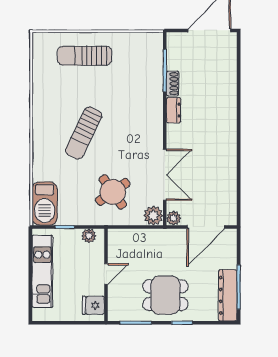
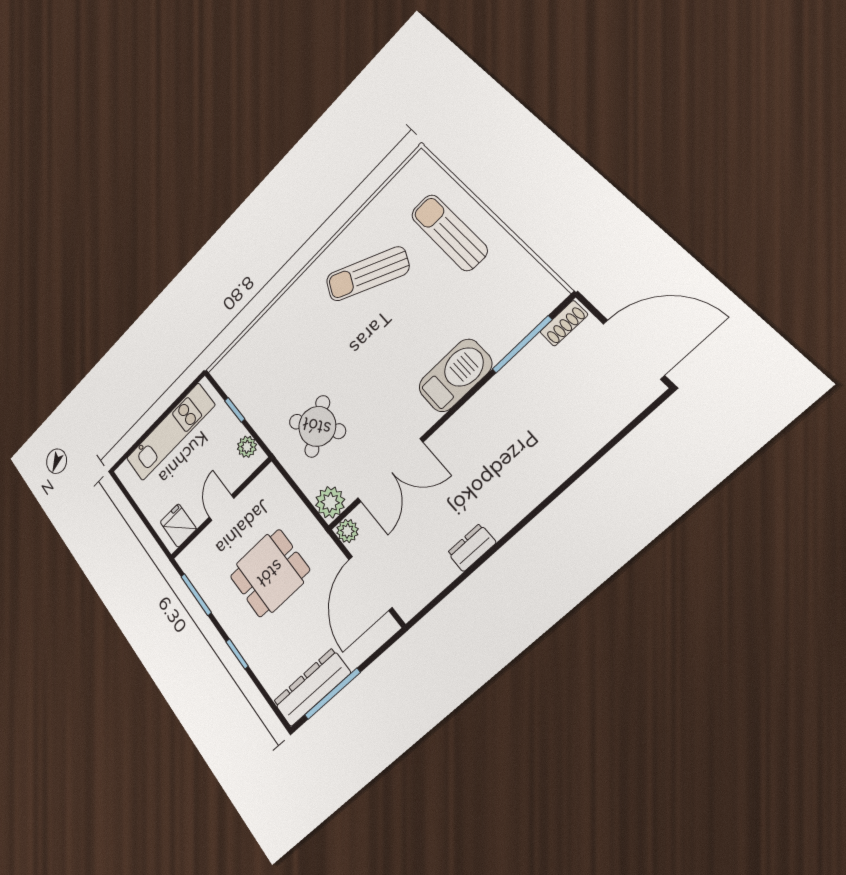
shoe rack: (173, 84) -> (564, 323), moved
dresser: (174, 110) -> (472, 548), moved, turned 180
sun lounger: (84, 133) -> (367, 274), moved
barbecue: (45, 204) -> (455, 375), moved, turned 180
door: (206, 227) -> (370, 583), hinge flipped
door: (106, 274) -> (222, 508), swing flipped
dining table: (165, 295) -> (270, 573), moved, turned 90

